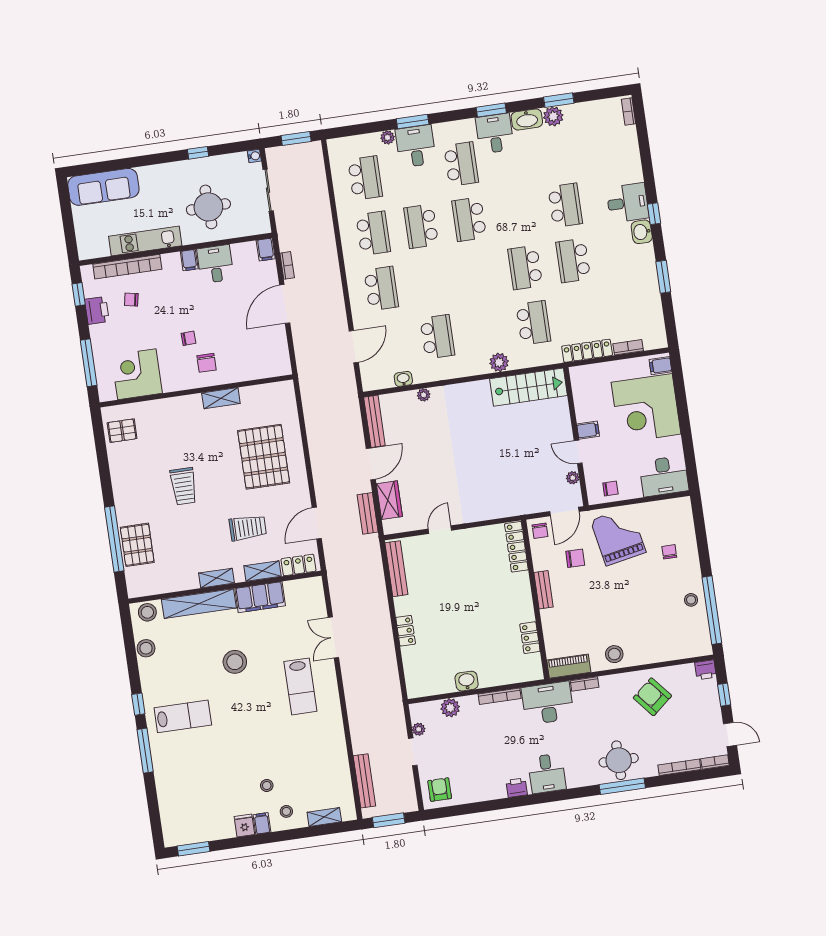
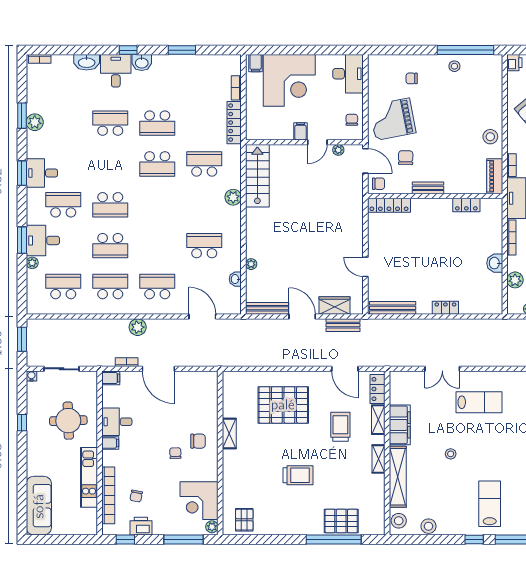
washbasin: (527, 119) -> (87, 62), moved, turned 90
plant: (330, 272) -> (138, 327), added
plant: (108, 394) -> (212, 527), added
stool: (235, 662) -> (451, 454), width x0.53, depth x0.53

